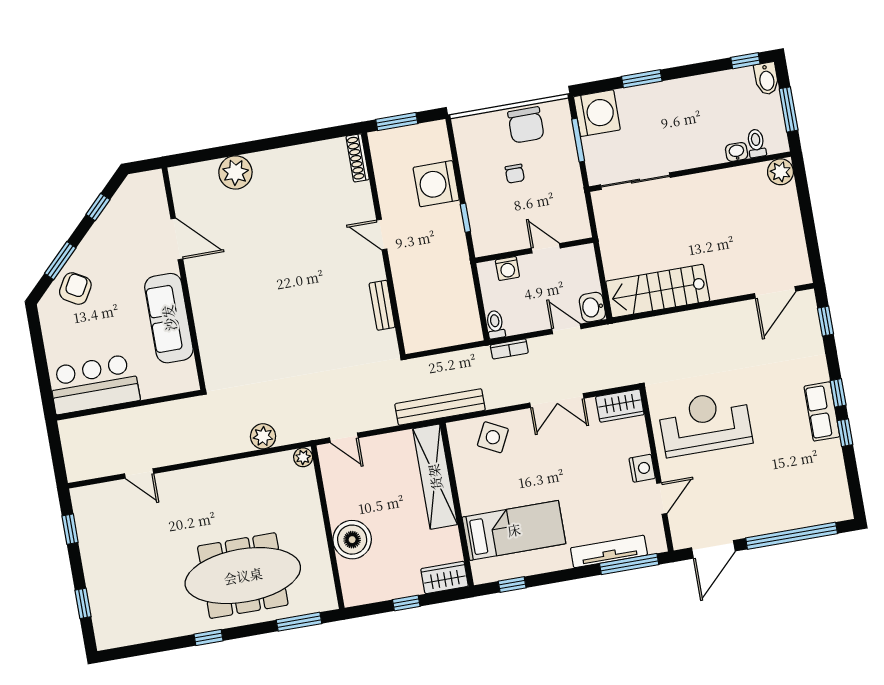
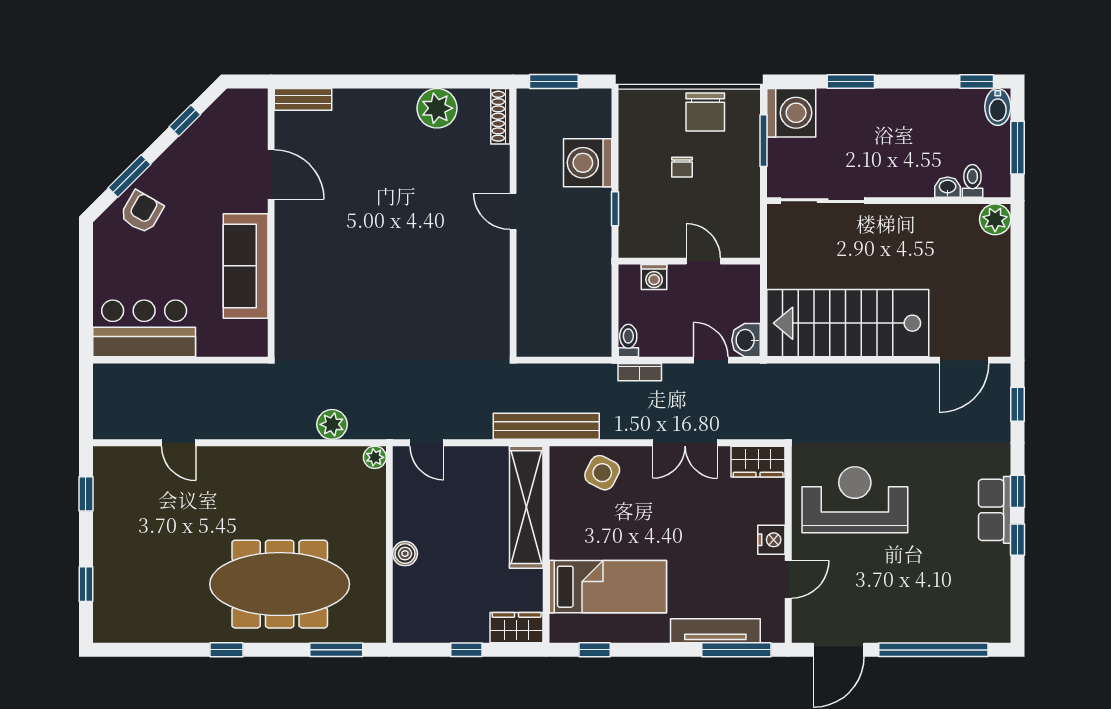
plant: (235, 172) -> (437, 108), moved
stairs: (658, 291) -> (848, 323), width x1.36, depth x1.51
bench: (382, 305) -> (303, 99), moved, turned 90
boiler: (352, 540) -> (405, 554), width x0.54, depth x0.54

